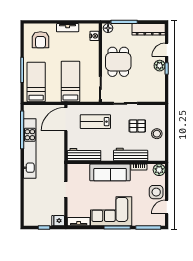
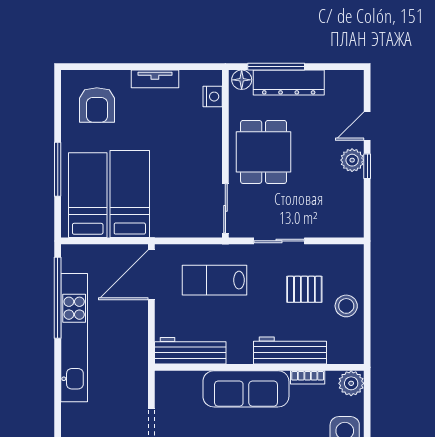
dresser: (149, 29) -> (289, 83), moved
bed: (70, 81) -> (130, 194), moved

